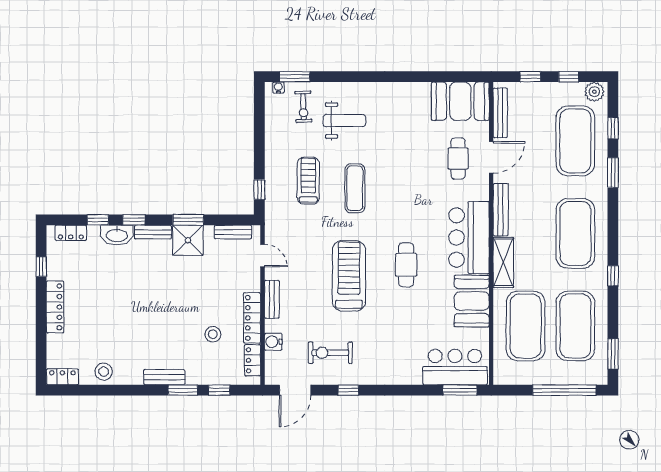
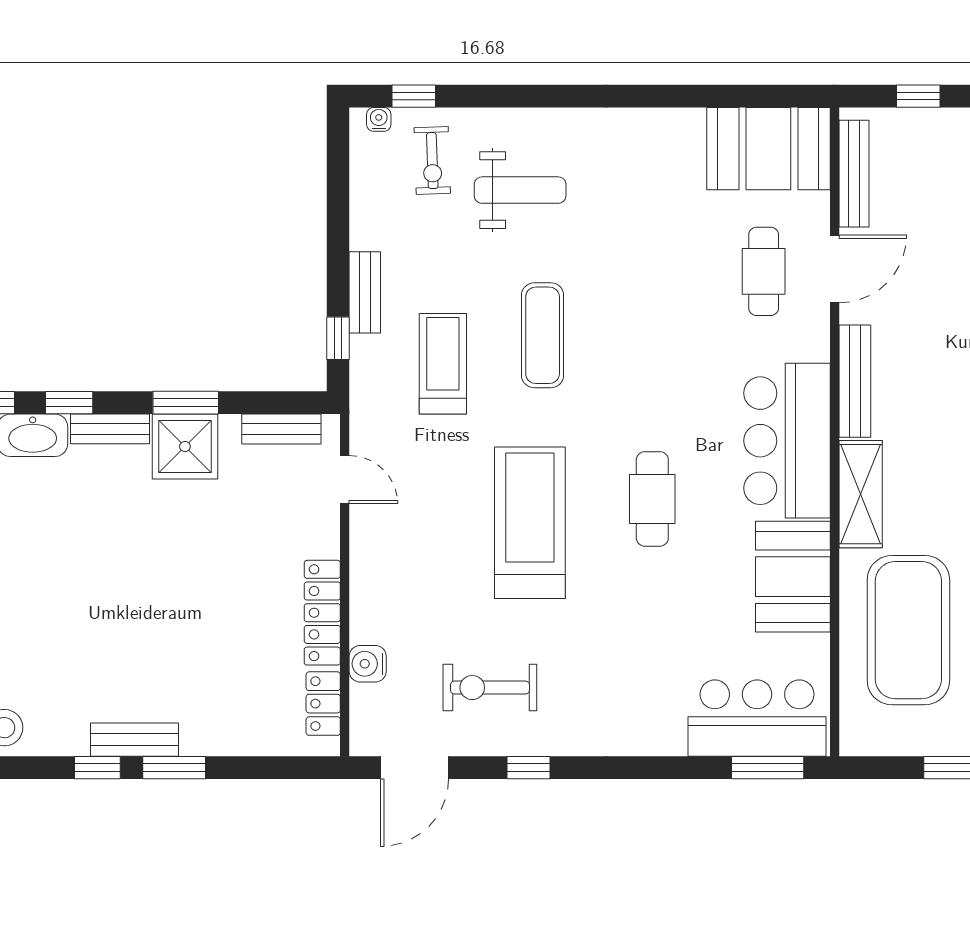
window: (295, 77) -> (414, 96), width x0.67
treadmill: (308, 181) -> (443, 364), moved
bench: (272, 299) -> (365, 292), moved
stool: (213, 334) -> (238, 648), removed
window: (219, 390) -> (97, 768), moved

